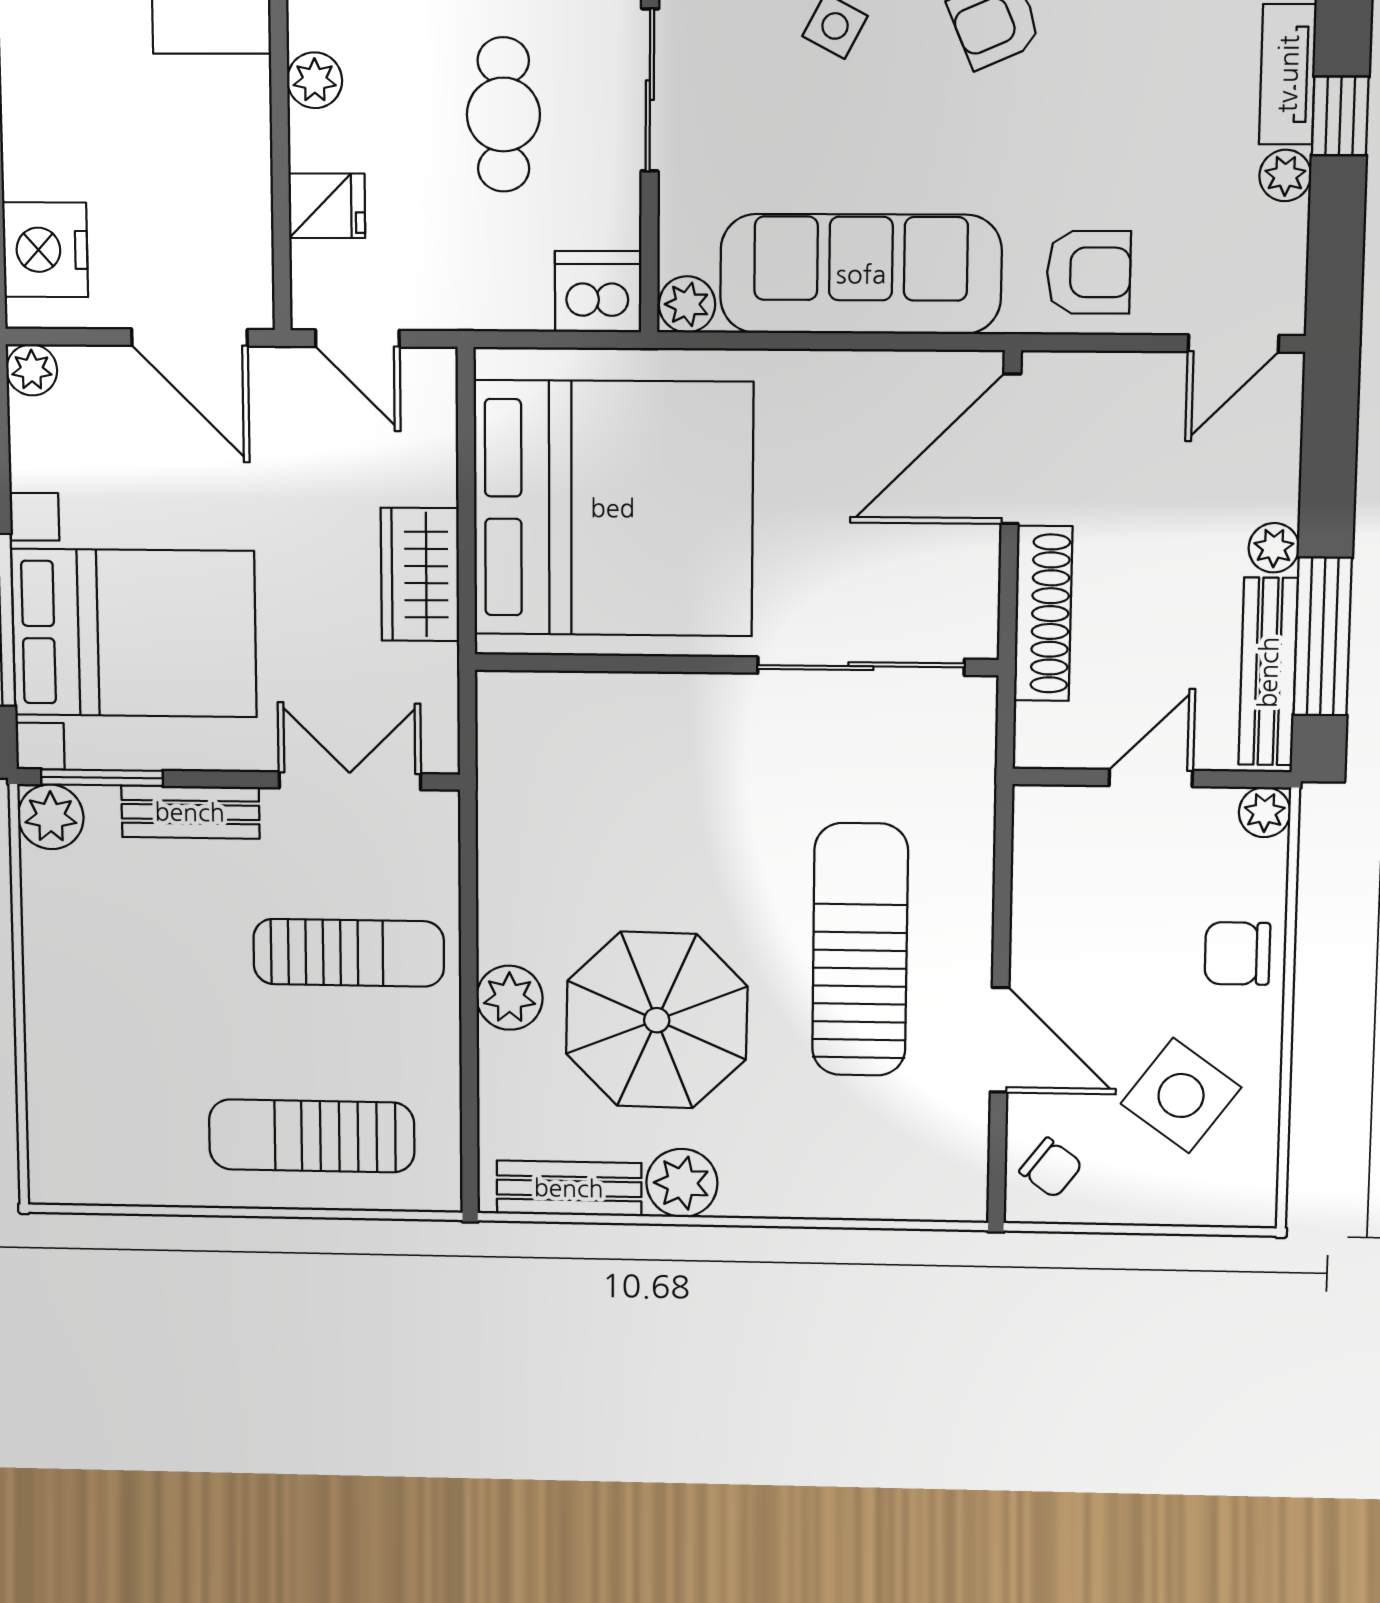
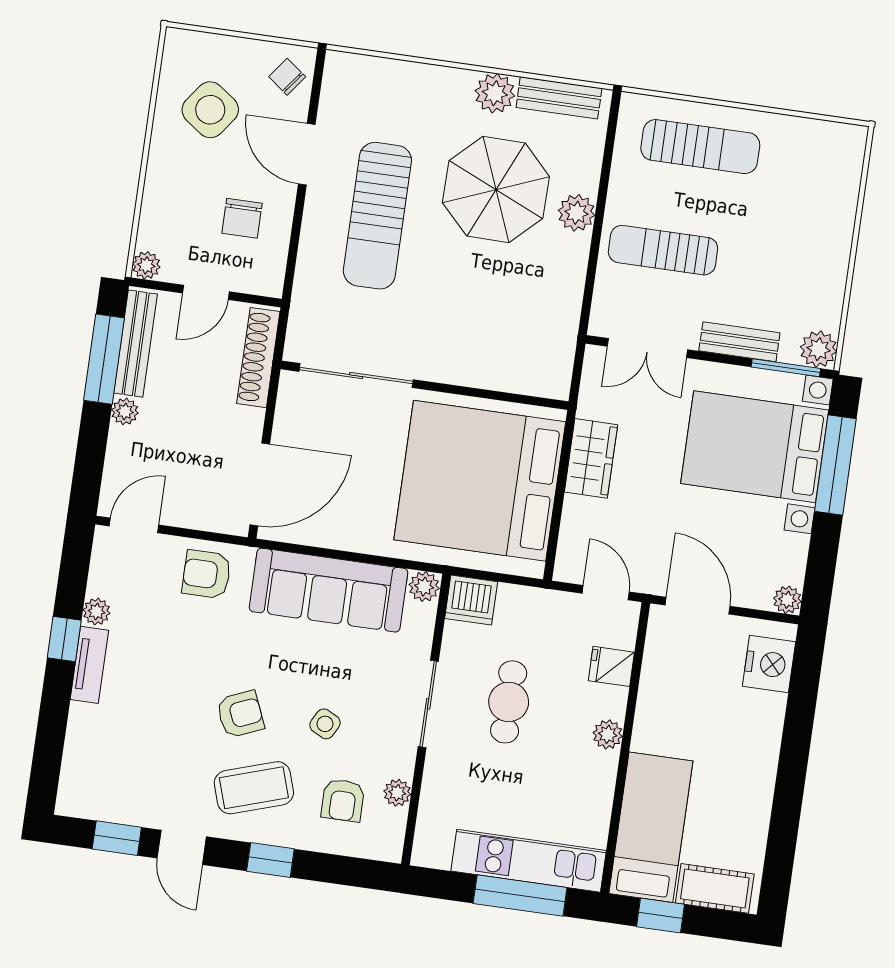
shoe rack: (1043, 614) -> (258, 358), moved
chair: (1237, 953) -> (242, 218), moved, turned 90

